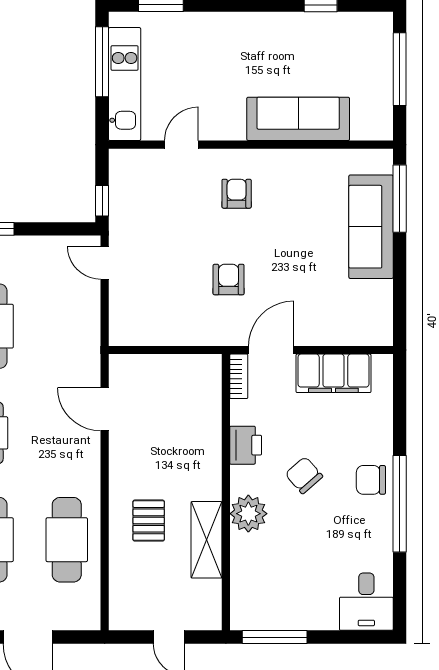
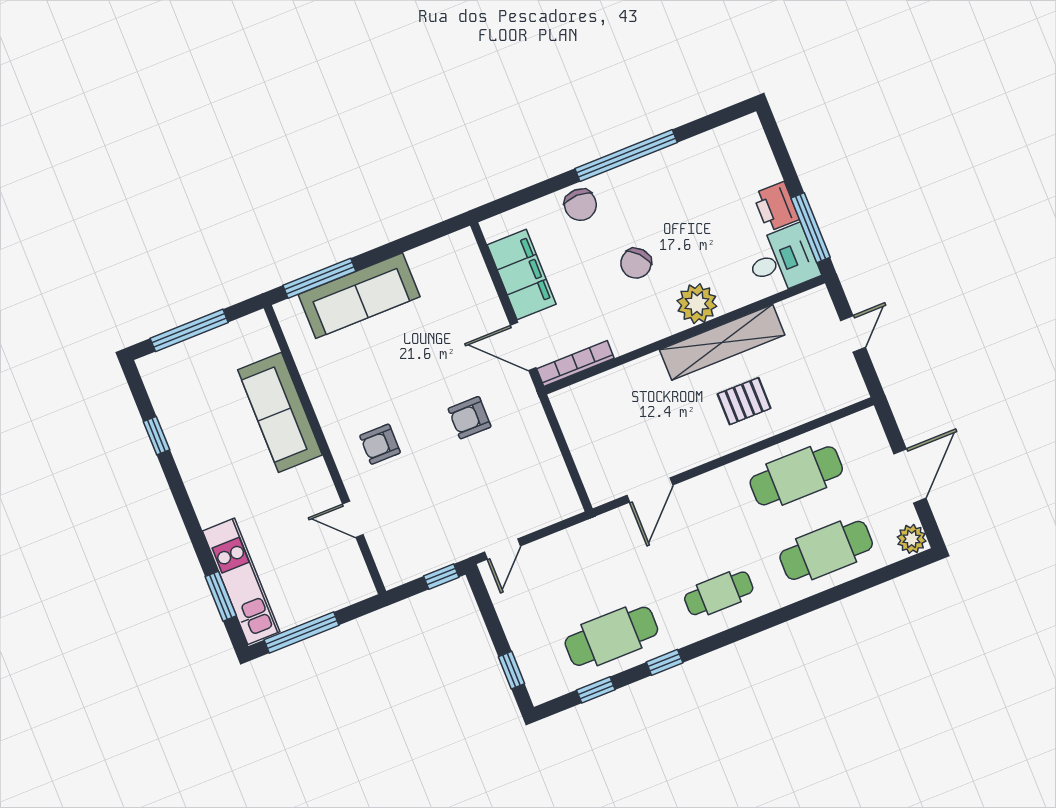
kitchen unit: (125, 84) -> (241, 581), moved, turned 90
bookcase: (239, 376) -> (575, 363), width x1.56
printer: (246, 445) -> (776, 207), moved, turned -90
chair: (371, 480) -> (580, 205), moved
shelving: (207, 540) -> (722, 342), width x1.47
desk: (366, 602) -> (782, 260), moved

